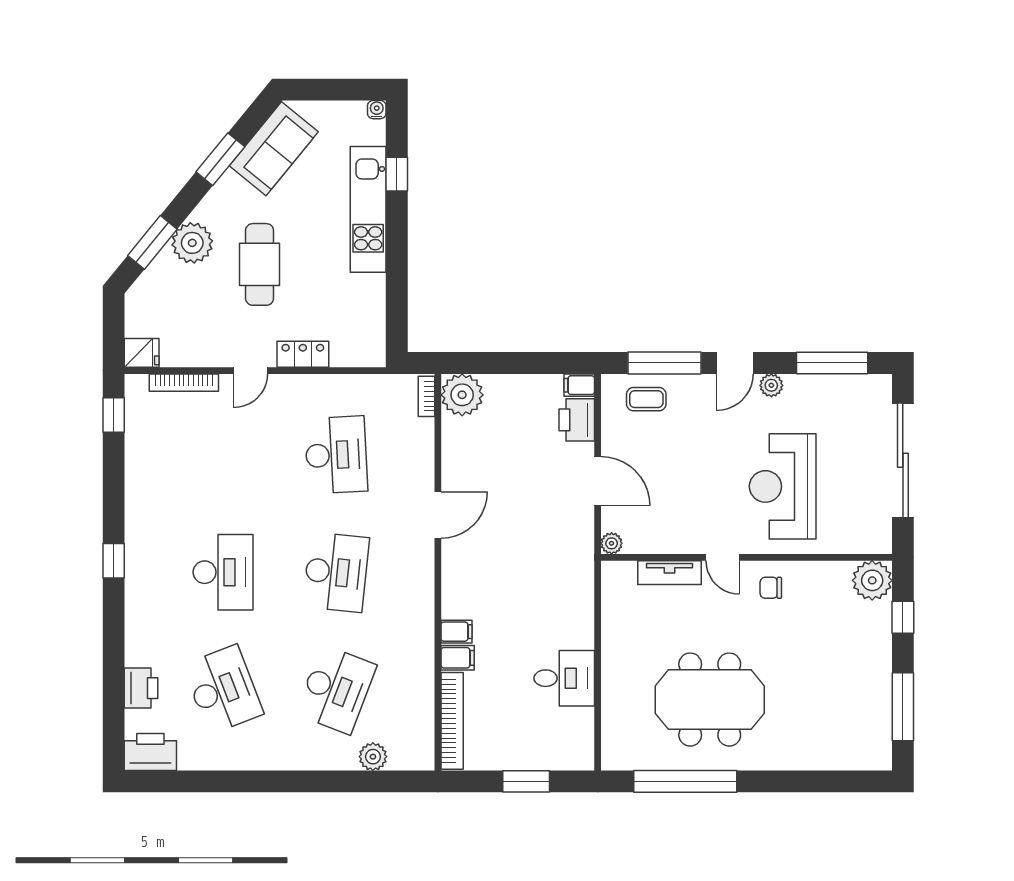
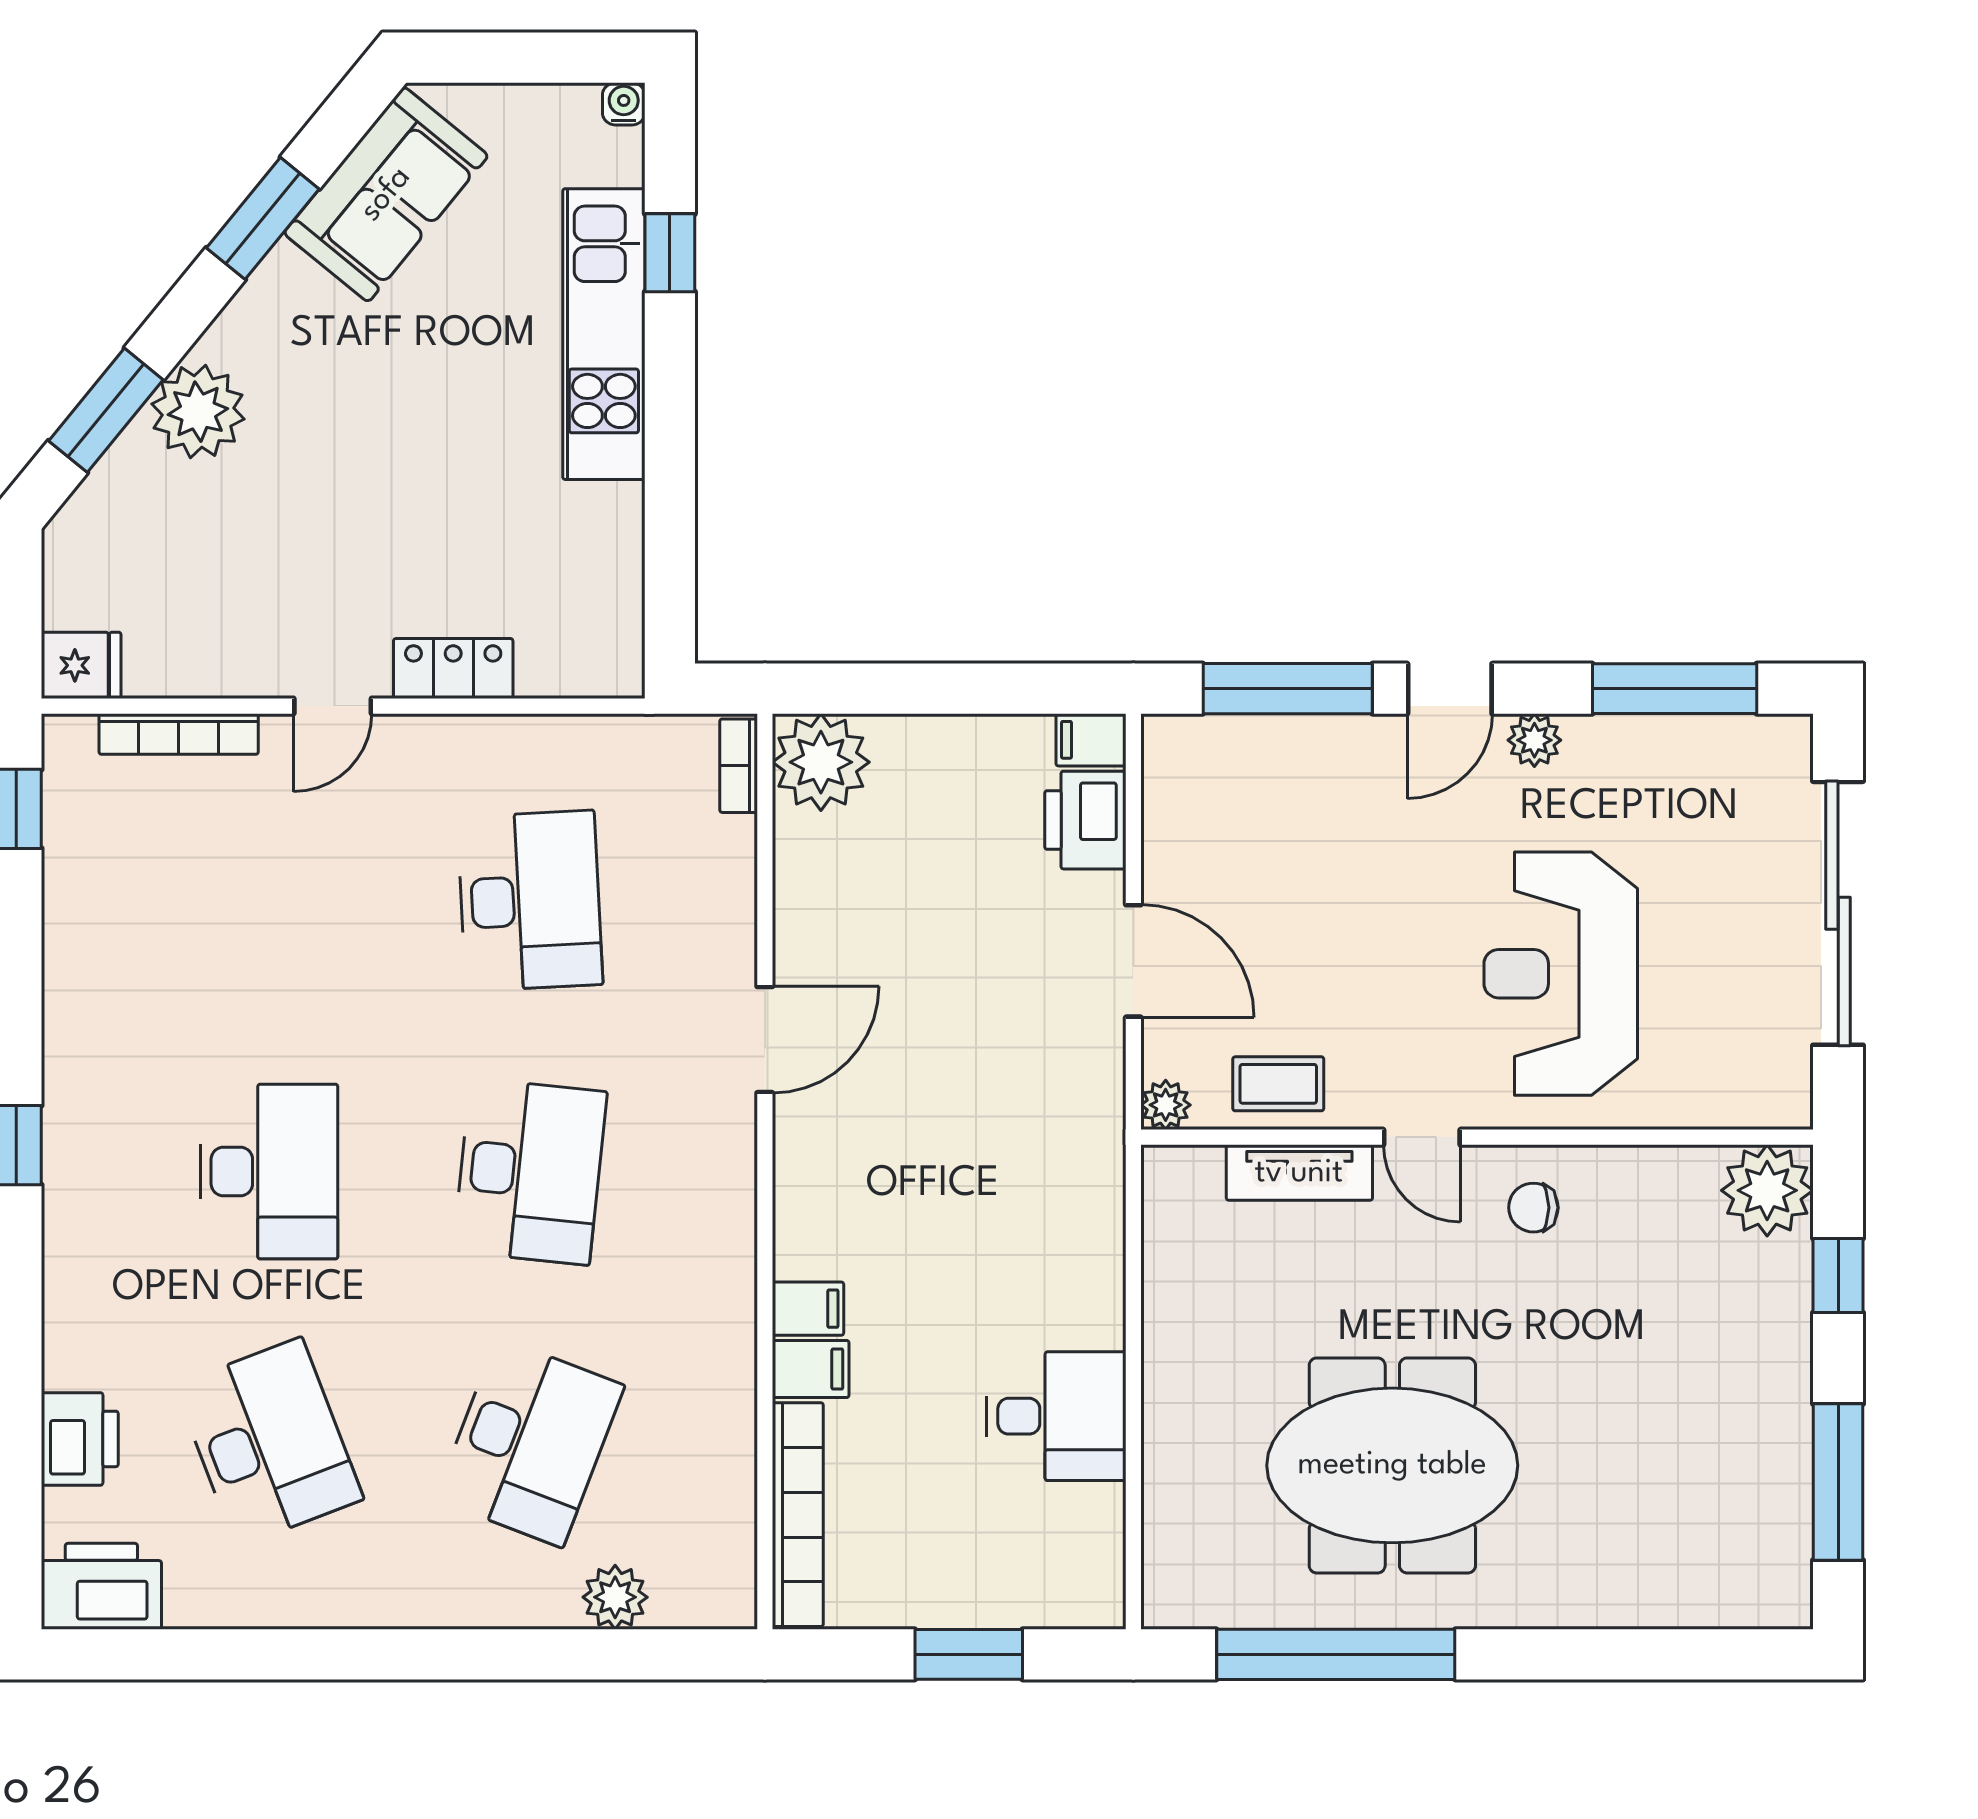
cafe table: (260, 264) -> (353, 461), removed
coffee table: (646, 399) -> (1278, 1084), moved

